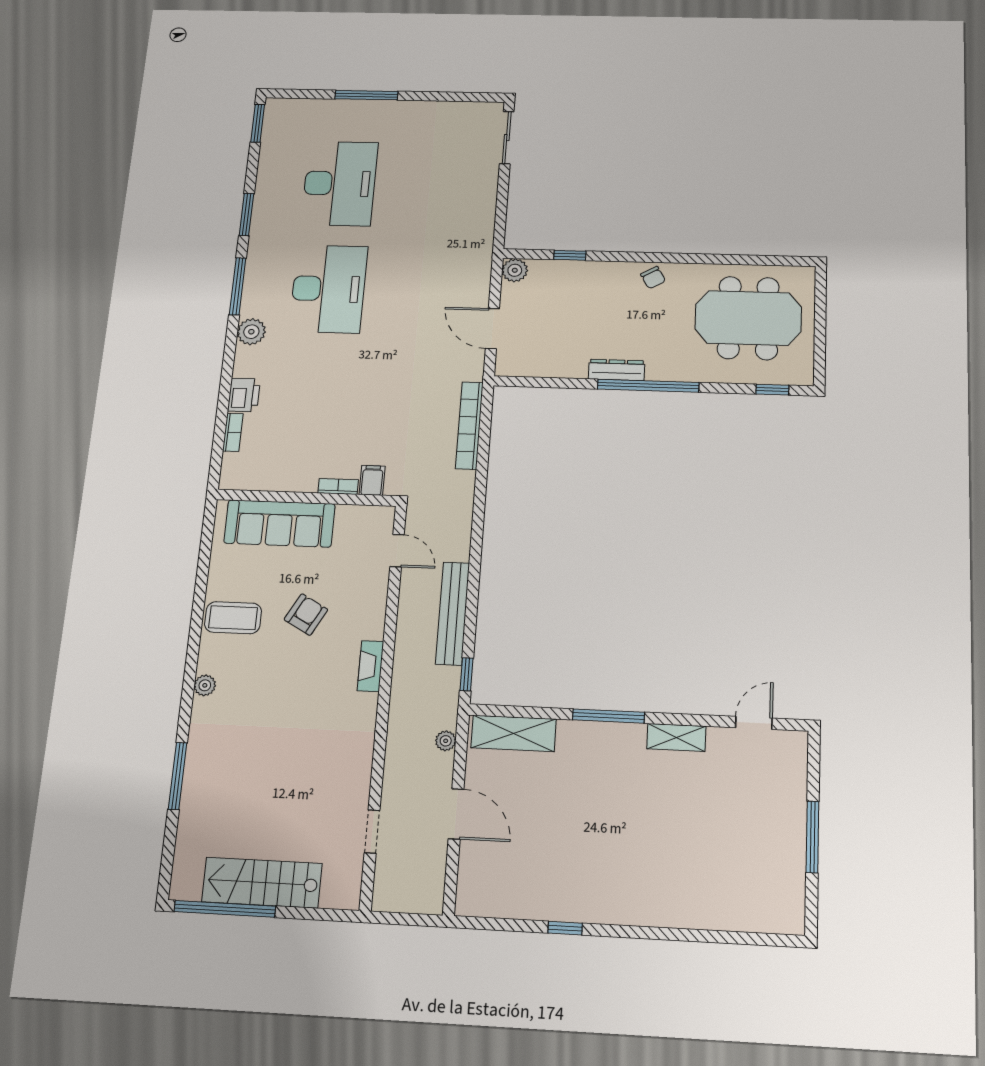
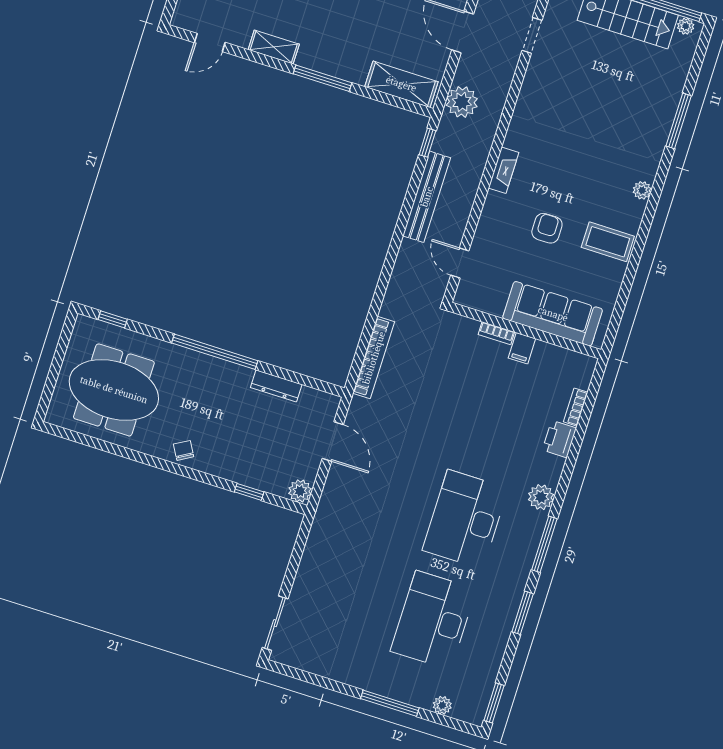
plant: (311, 107) -> (442, 705), added
dresser: (617, 370) -> (276, 386), moved
filing cabinet: (372, 480) -> (522, 348), moved
armchair: (306, 615) -> (547, 228), turned 151
plant: (446, 741) -> (462, 102), width x1.88, depth x1.88
plant: (190, 891) -> (686, 26), added

